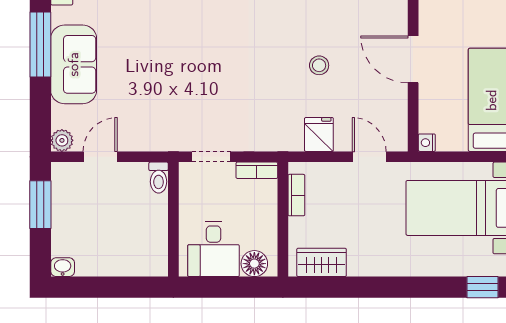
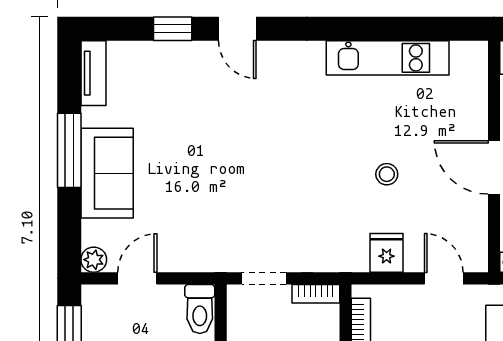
toilet: (159, 178) -> (200, 309), width x1.37, depth x1.39

